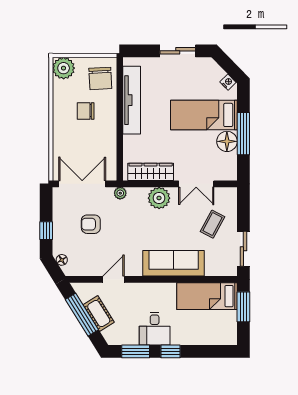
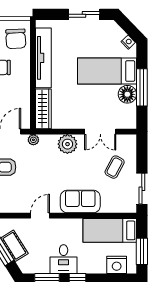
wardrobe: (151, 172) -> (43, 109), moved, turned 90
sofa: (174, 263) -> (80, 202), width x0.73
door: (114, 279) -> (40, 216), moved
window: (243, 307) -> (142, 251), moved
nightstand: (215, 335) -> (117, 265), added

